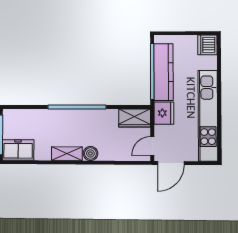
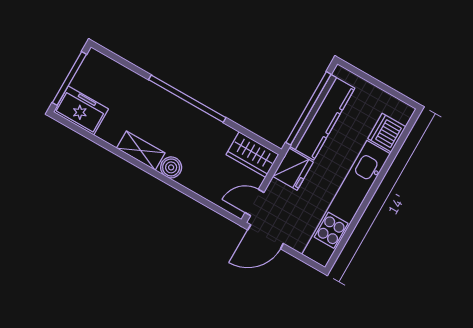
dishwasher: (207, 45) -> (387, 133), moved

